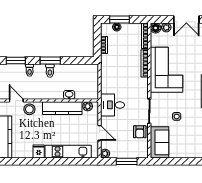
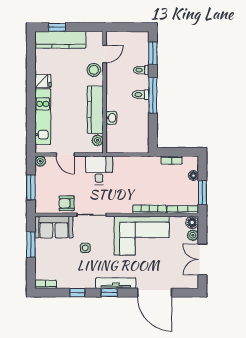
window: (120, 19) -> (202, 193), moved
window: (50, 61) -> (153, 95), width x1.44
door: (99, 133) -> (65, 155), hinge flipped
window: (174, 161) -> (31, 244), added

